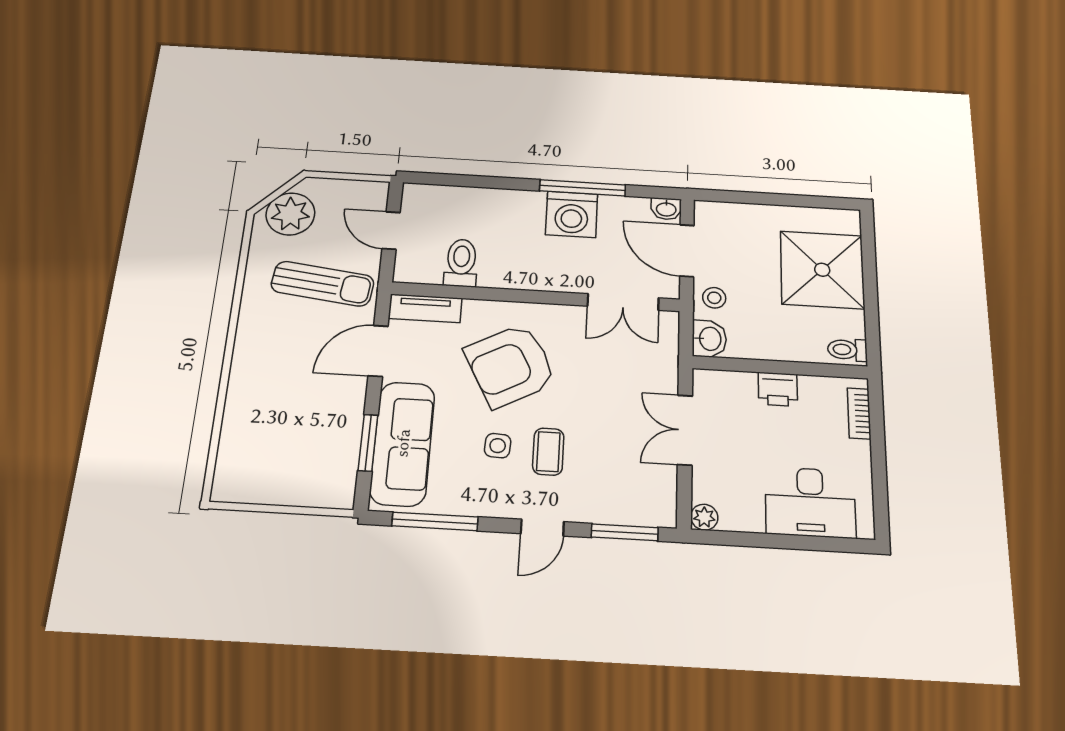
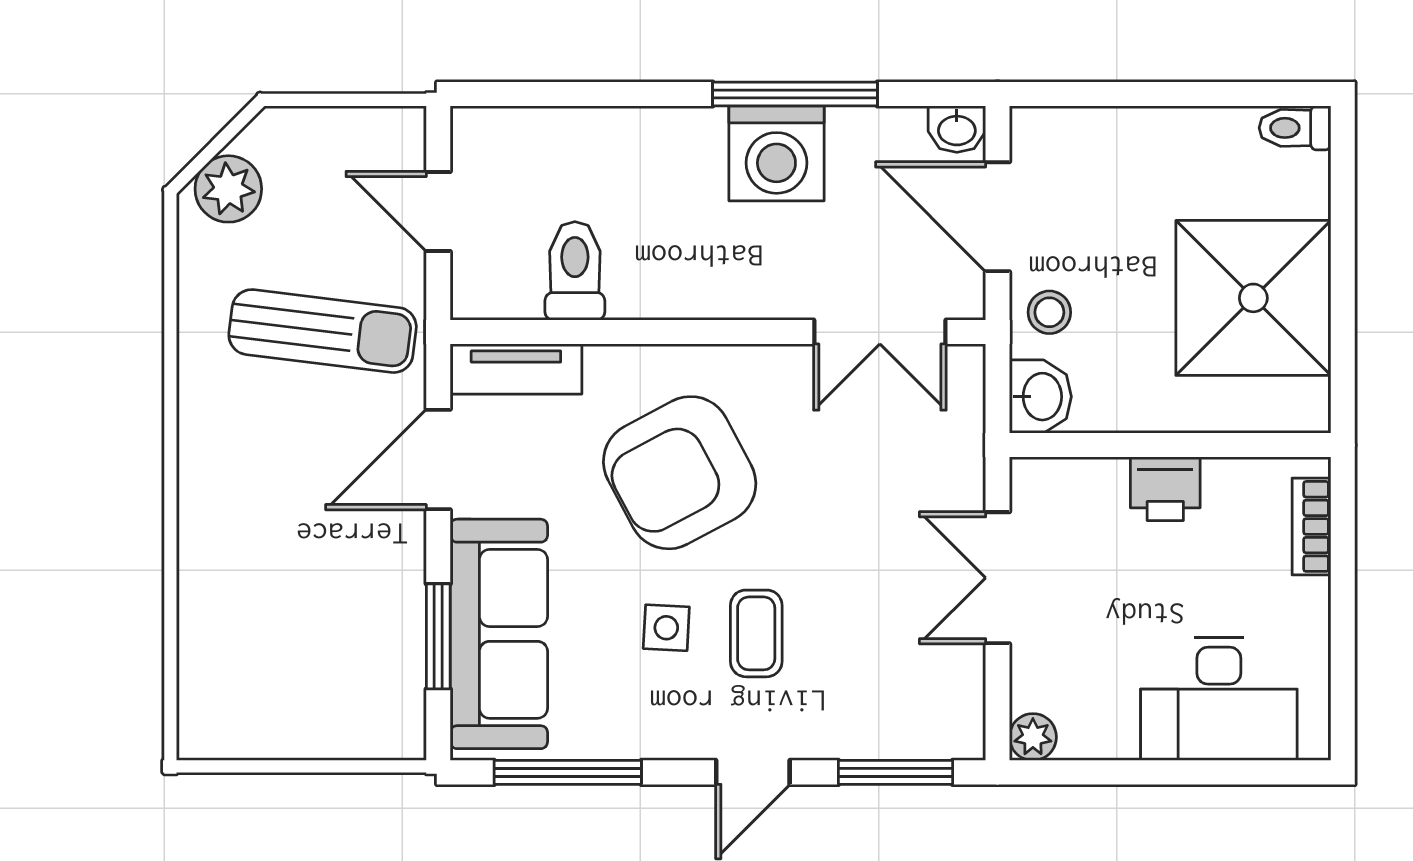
plant: (290, 214) -> (228, 189), width x0.73, depth x0.73
shower: (822, 270) -> (1253, 298), moved
toilet: (847, 350) -> (1295, 128), moved

